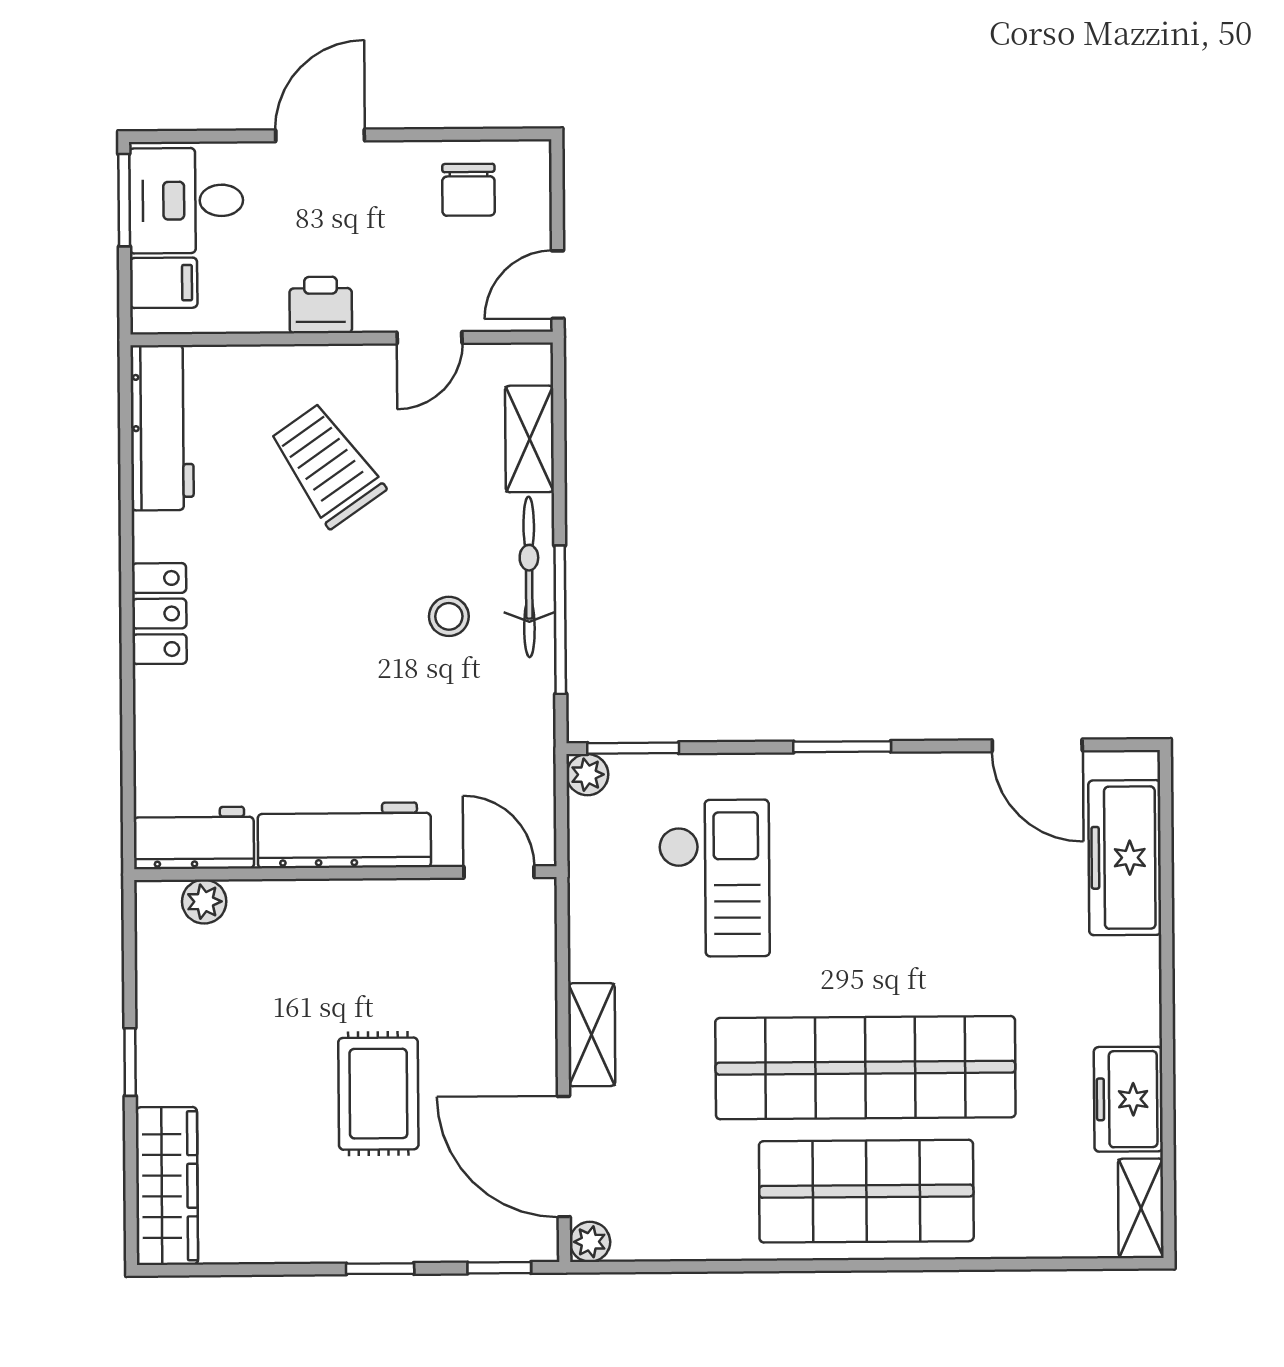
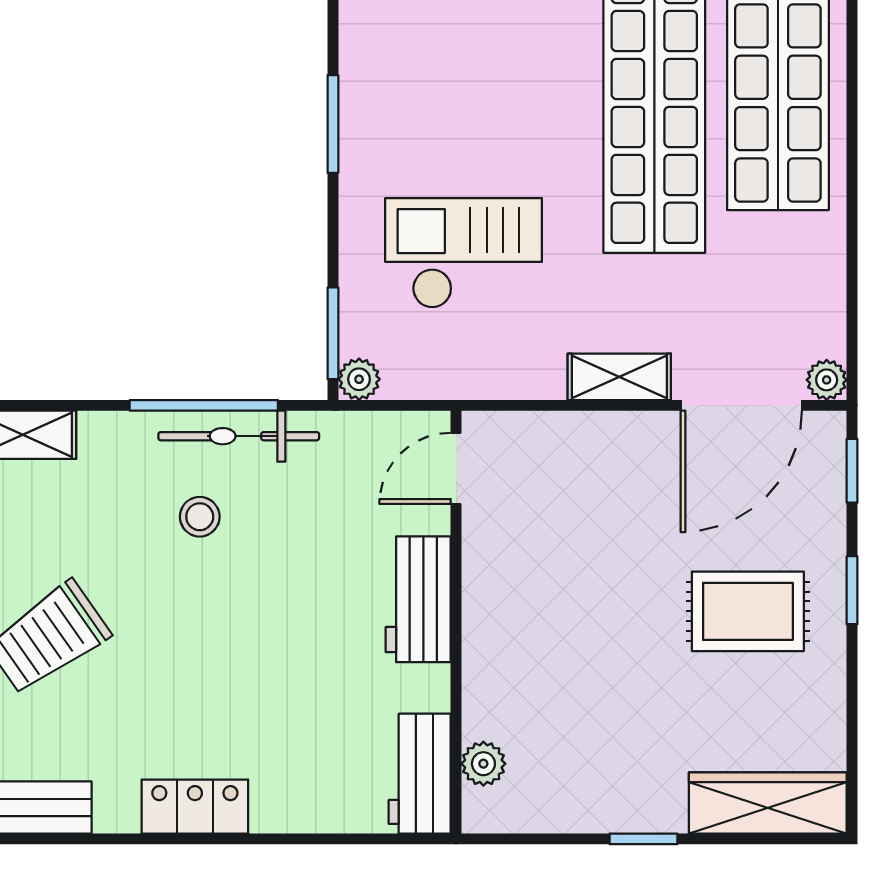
bicycle: (529, 577) -> (239, 436), moved
workbench: (344, 835) -> (418, 599), width x0.73
rug: (378, 1094) -> (748, 611), moved

